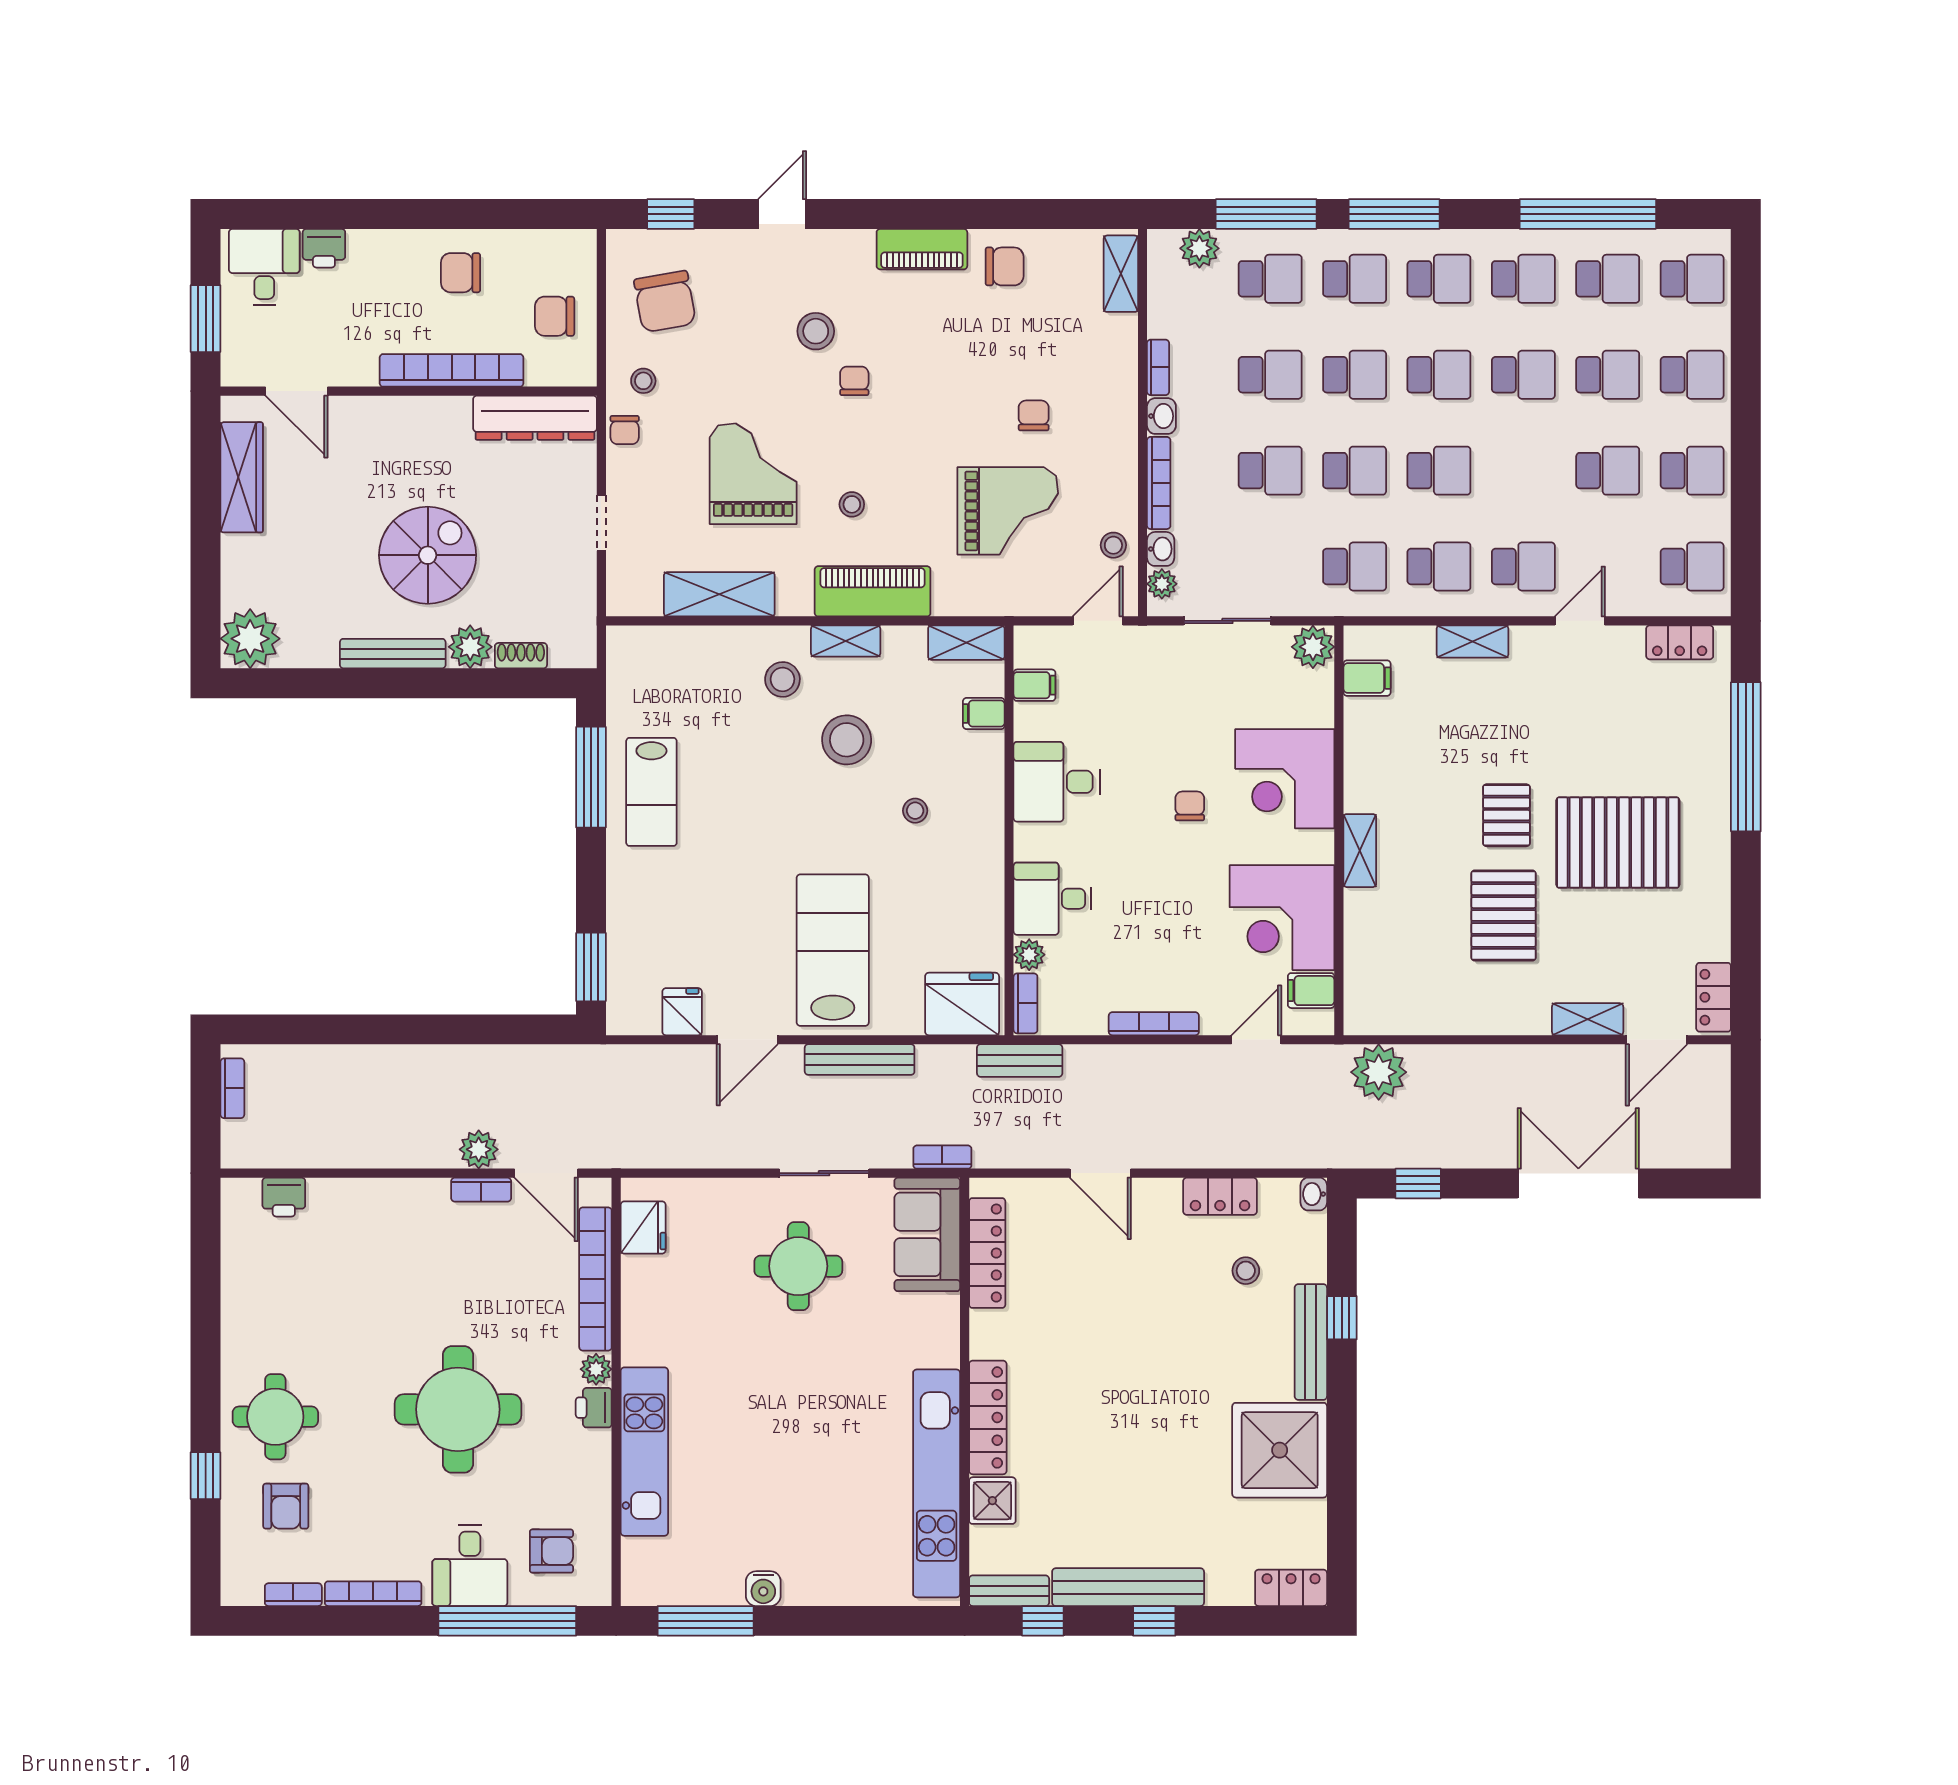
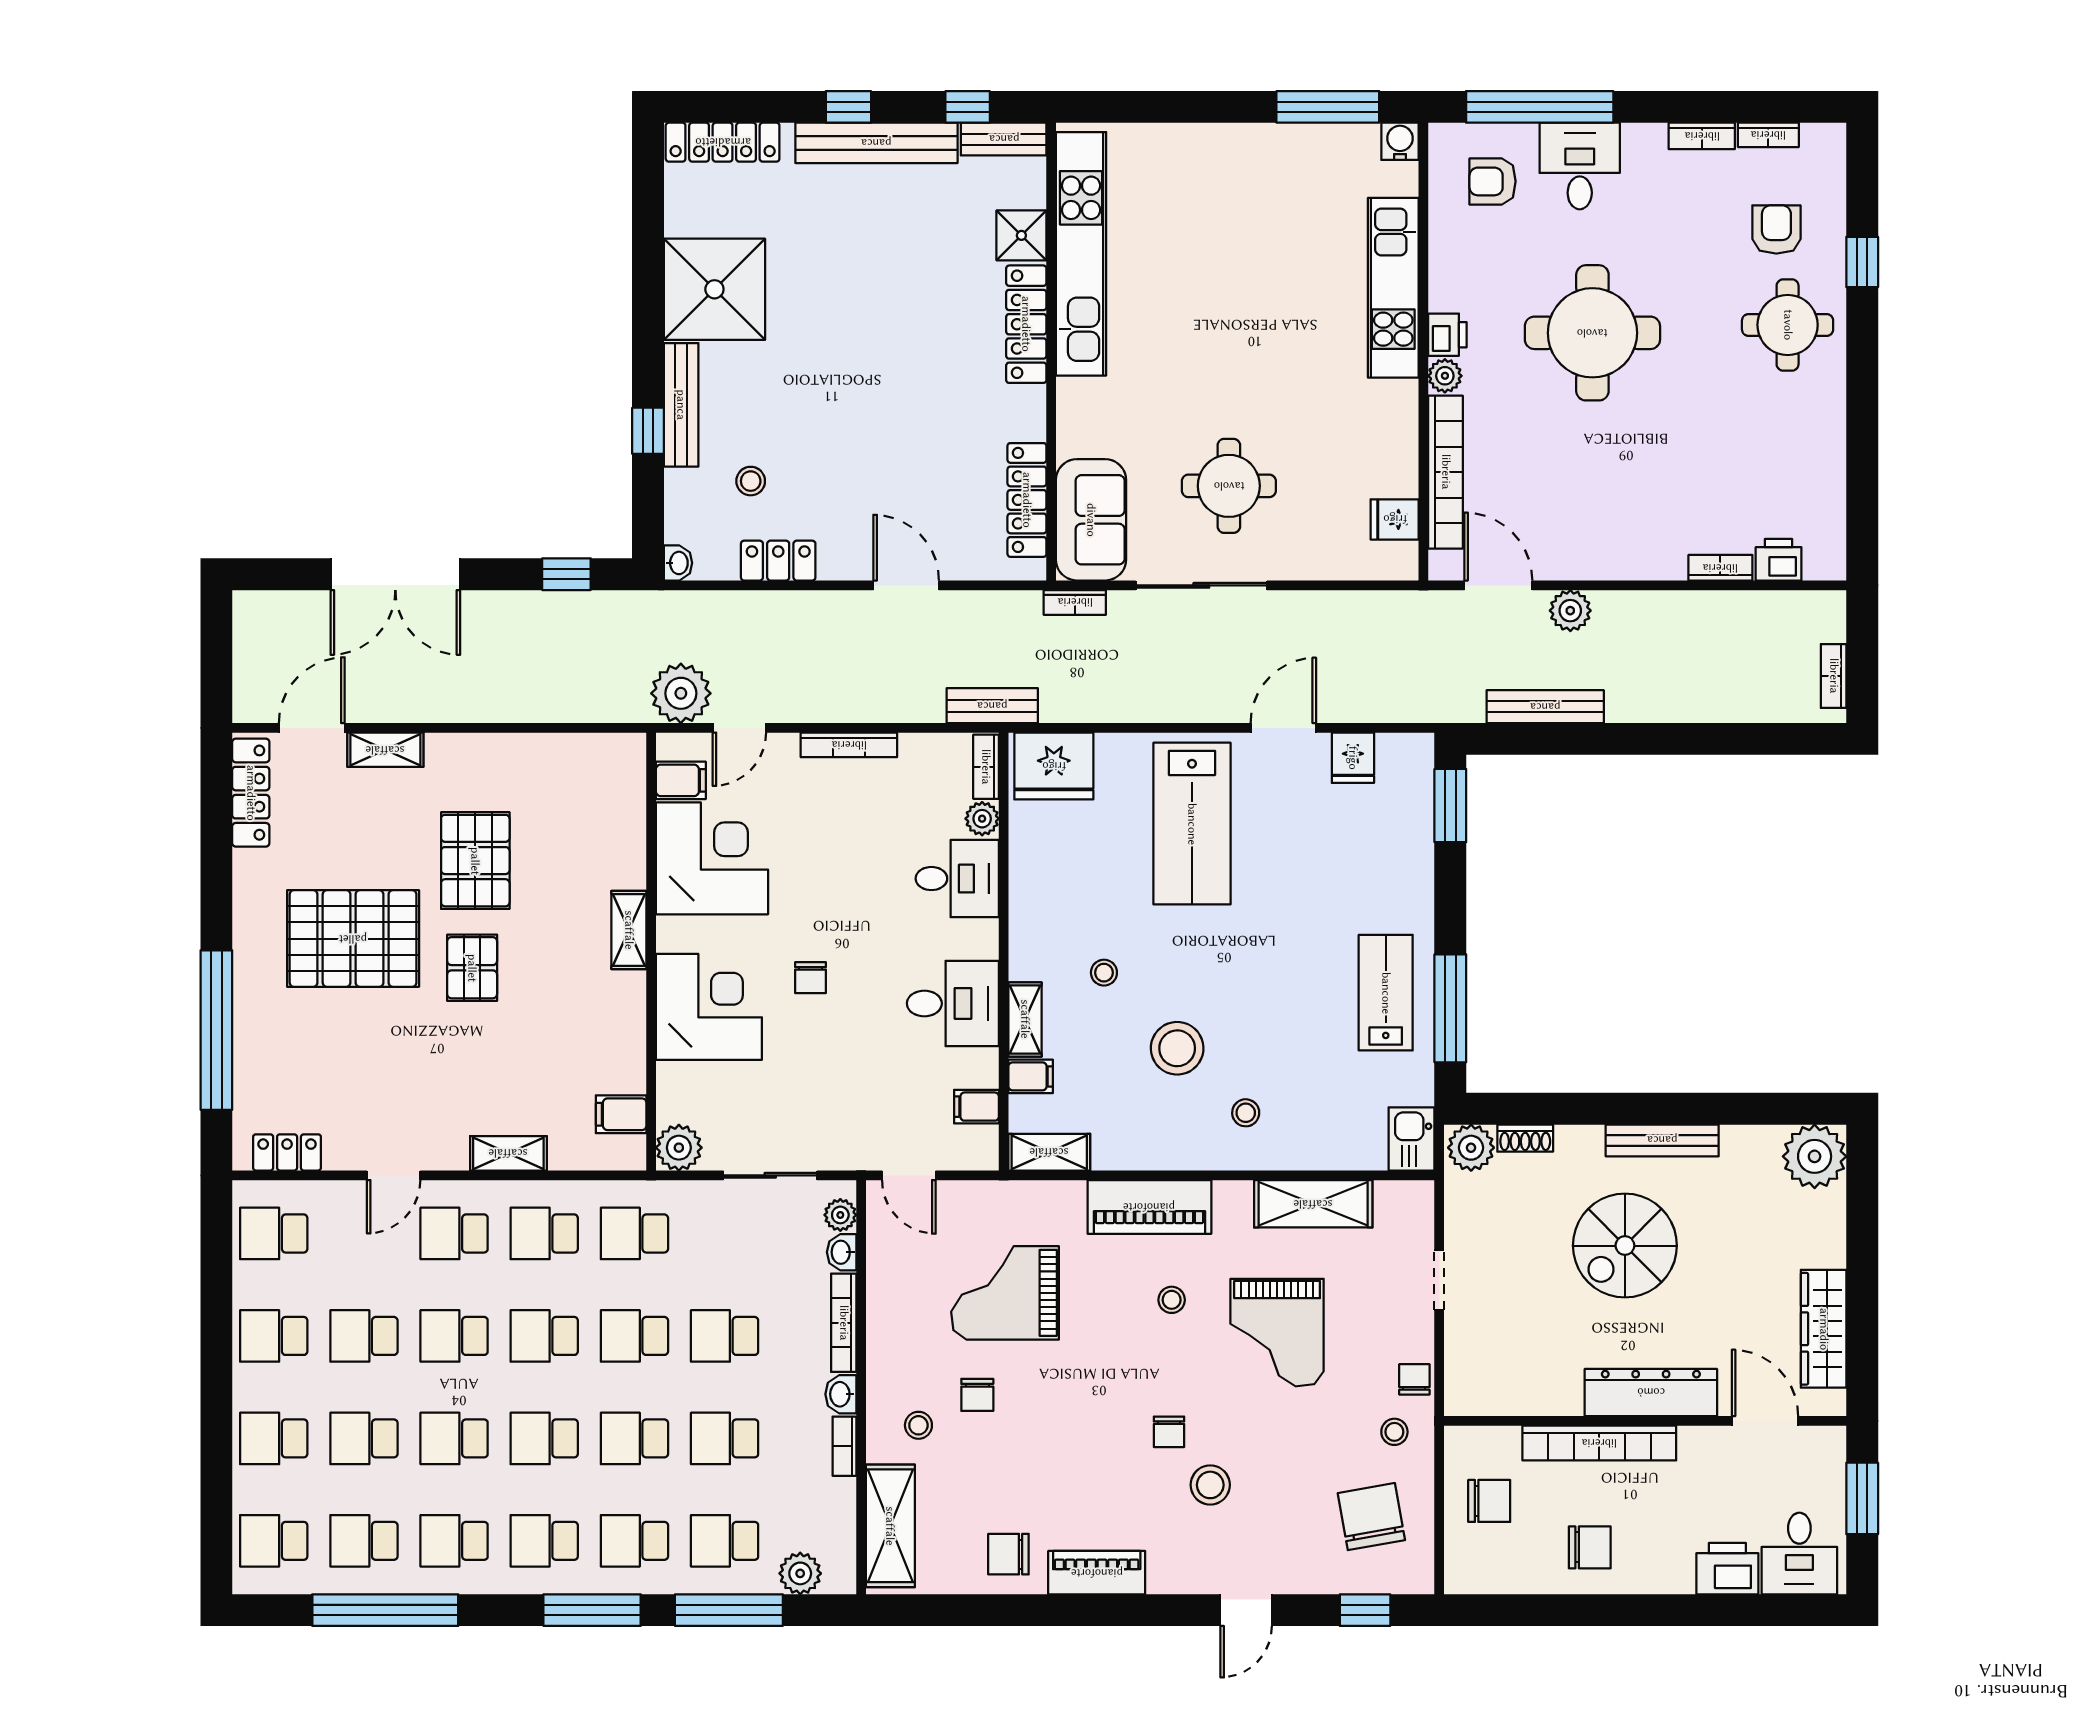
printer: (324, 248) -> (1727, 1569), width x1.36, depth x1.24
shelving: (1121, 274) -> (890, 1526), width x1.50, depth x1.33
dresser: (535, 418) -> (1651, 1392), moved
school desk: (1523, 471) -> (454, 1336), added
stool: (1113, 545) -> (918, 1425), moved
door: (1098, 621) -> (909, 1175), hinge flipped
shelving: (846, 641) -> (1025, 1019), moved, turned 90
plant: (470, 647) -> (1471, 1148), moved
kitchen sink: (627, 655) -> (1412, 1139), added
stool: (782, 679) -> (1246, 1113), width x0.73, depth x0.73
locker: (1714, 997) -> (251, 793), width x1.53
bench: (860, 1060) -> (1545, 707), moved
plant: (1379, 1072) -> (681, 693), moved
sliding door: (824, 1173) -> (1201, 585), width x1.37
bookcase: (481, 1190) -> (1720, 568), moved
fridge: (643, 1227) -> (1395, 519), width x0.72
locker: (1291, 1588) -> (723, 142), width x1.53
water cooler: (763, 1589) -> (1400, 141), moved
bookcase: (373, 1594) -> (1702, 136), width x0.64

